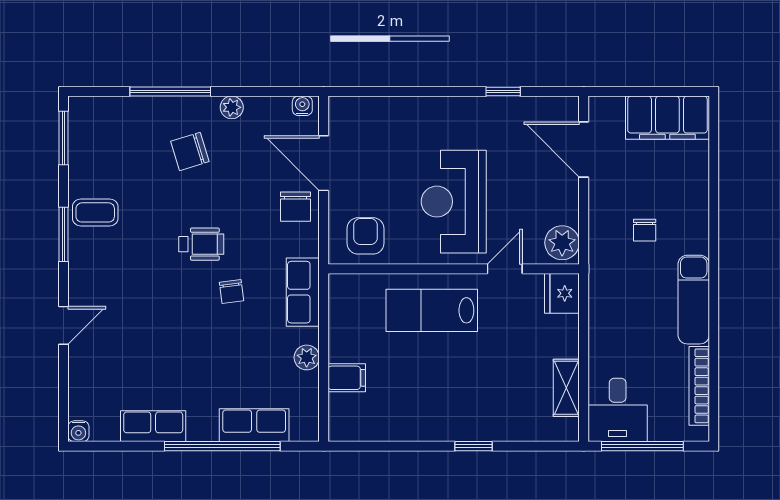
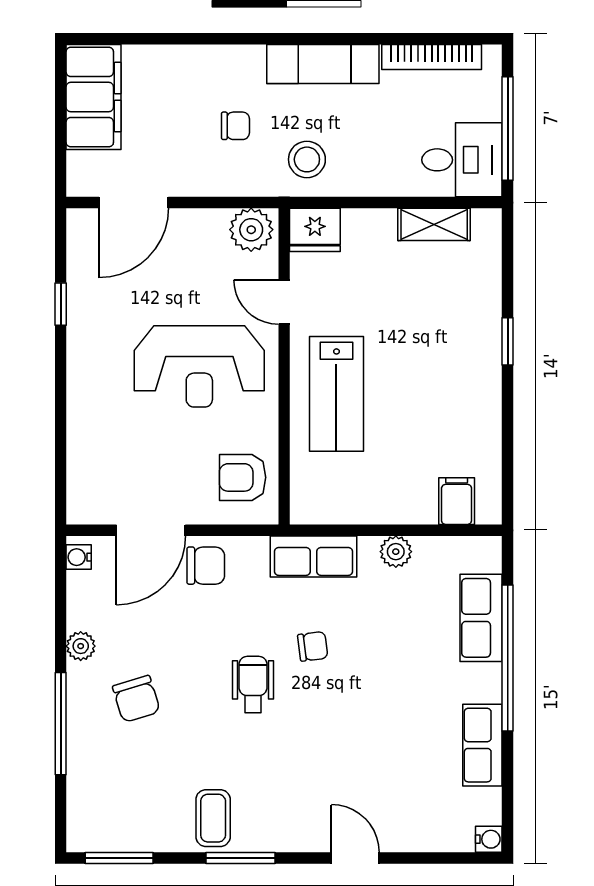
stool: (618, 287) -> (307, 159), added
filing cabinet: (347, 378) -> (457, 501), moved

